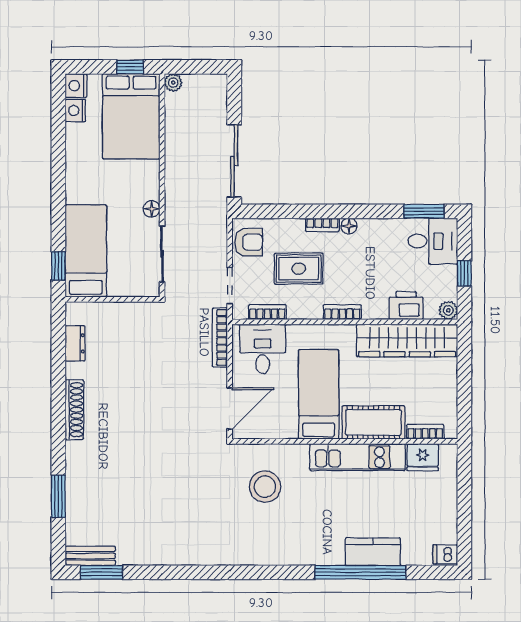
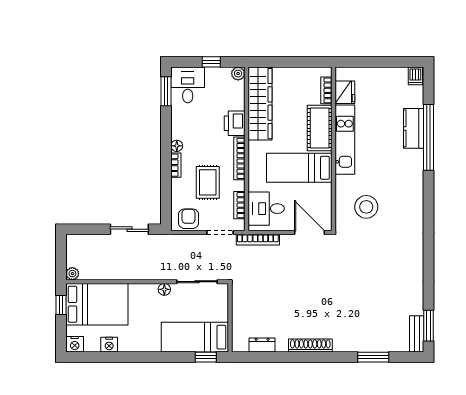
nightstand: (75, 111) -> (109, 345), moved
sliding door: (234, 161) -> (129, 229), width x0.73
printer: (406, 306) -> (235, 123), moved
bookcase: (342, 312) -> (239, 158), width x1.56

